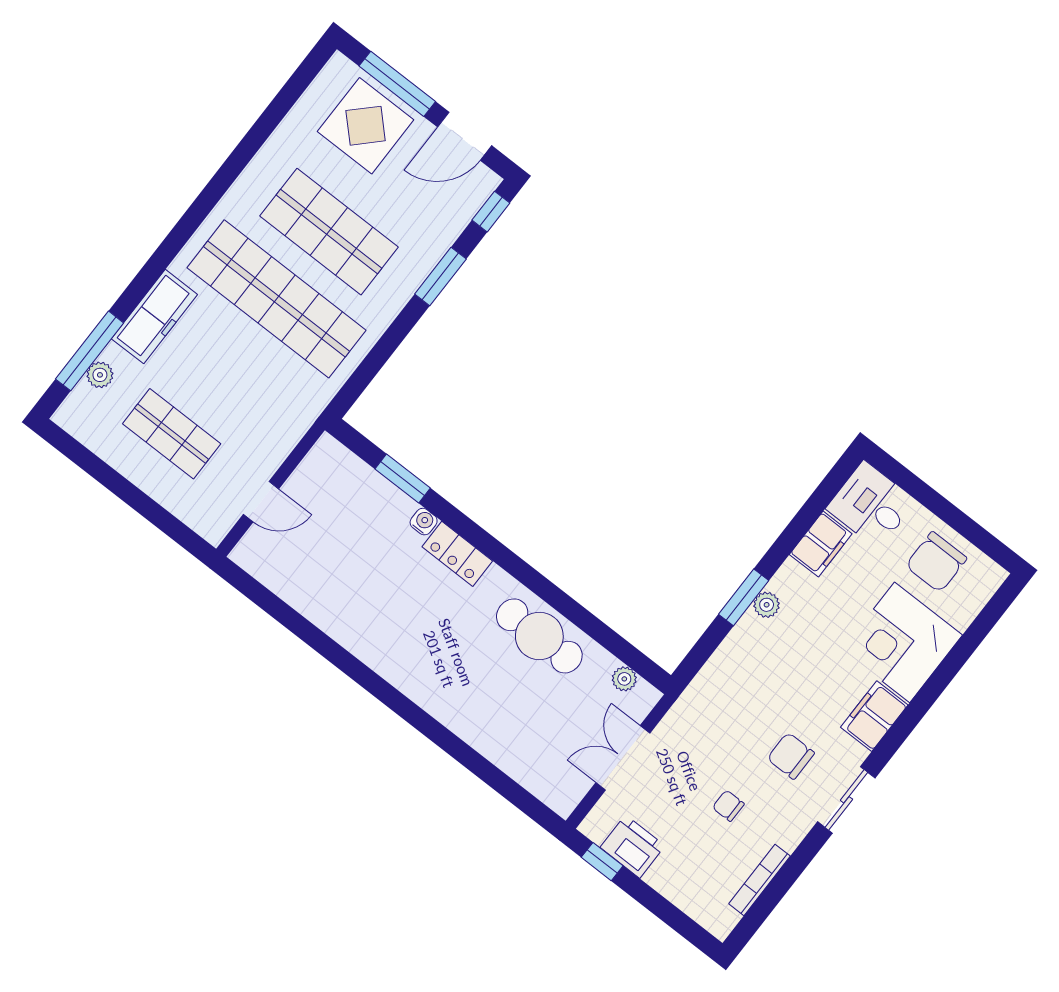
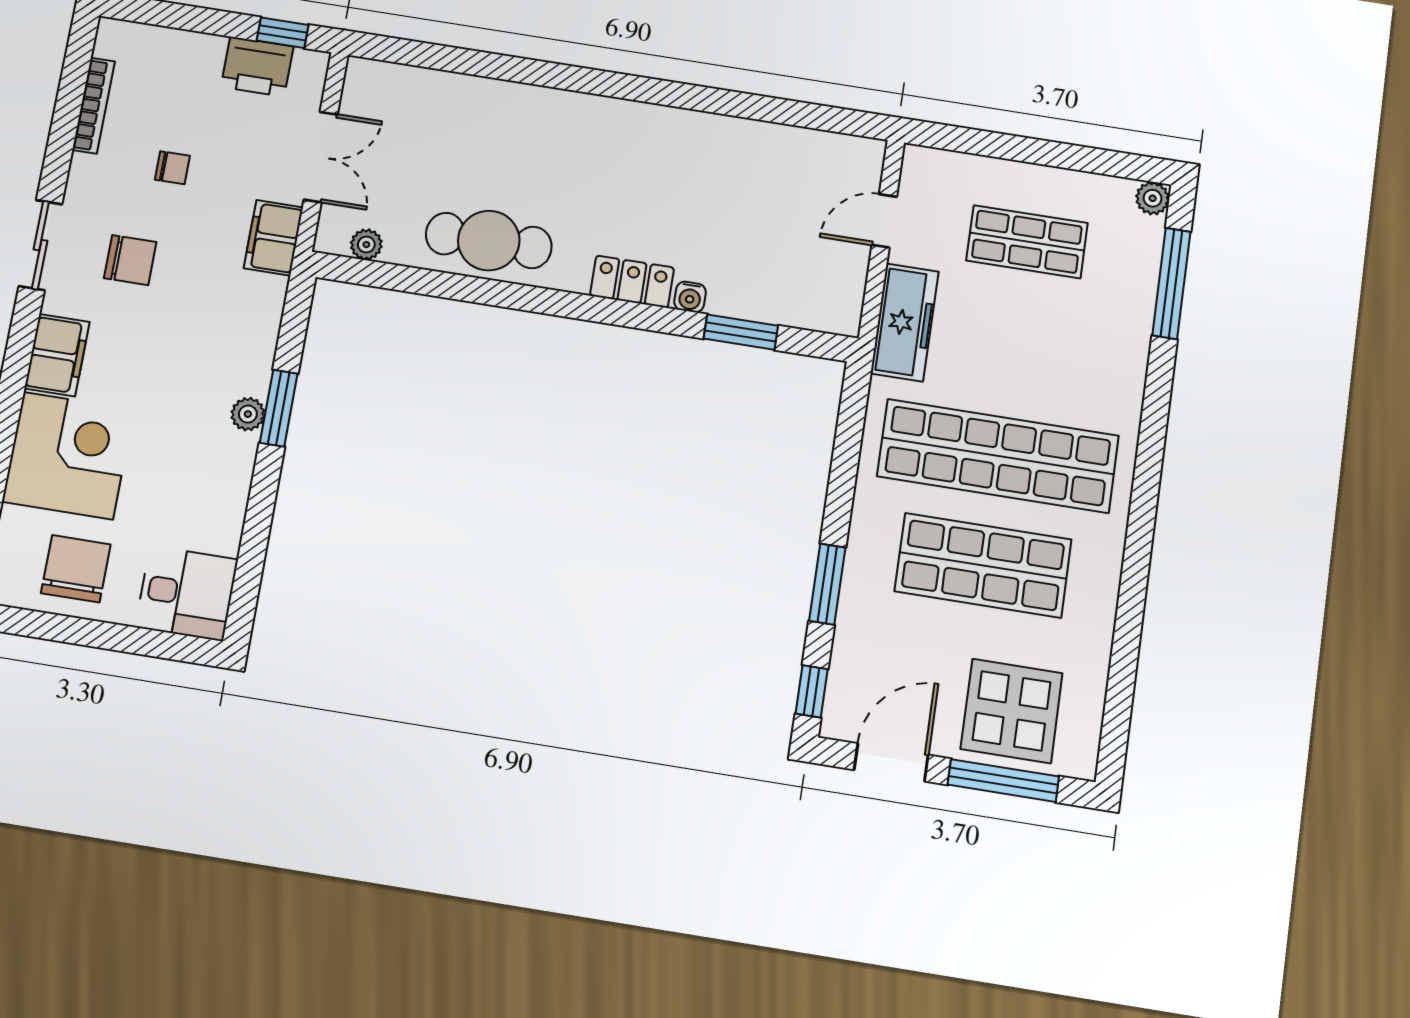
freezer: (154, 317) -> (905, 322), moved, turned 180
plant: (100, 375) -> (1153, 198), moved
filing cabinet: (821, 544) -> (273, 238), moved

